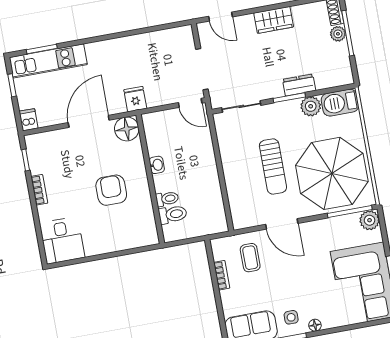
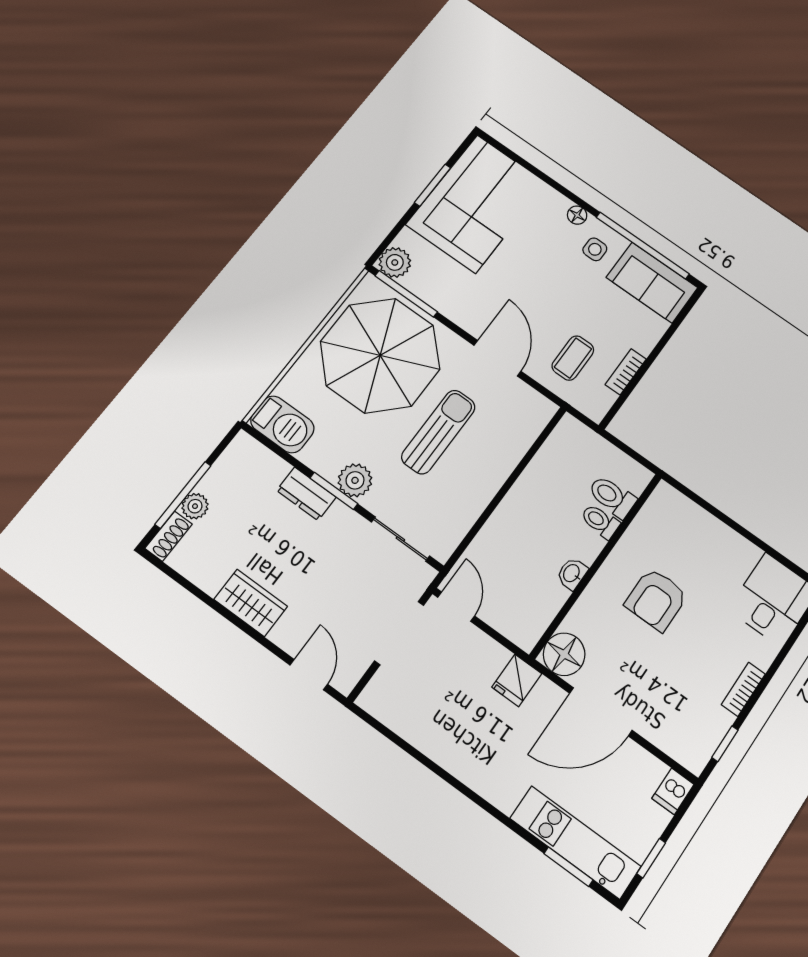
plant: (311, 106) -> (355, 480), moved

